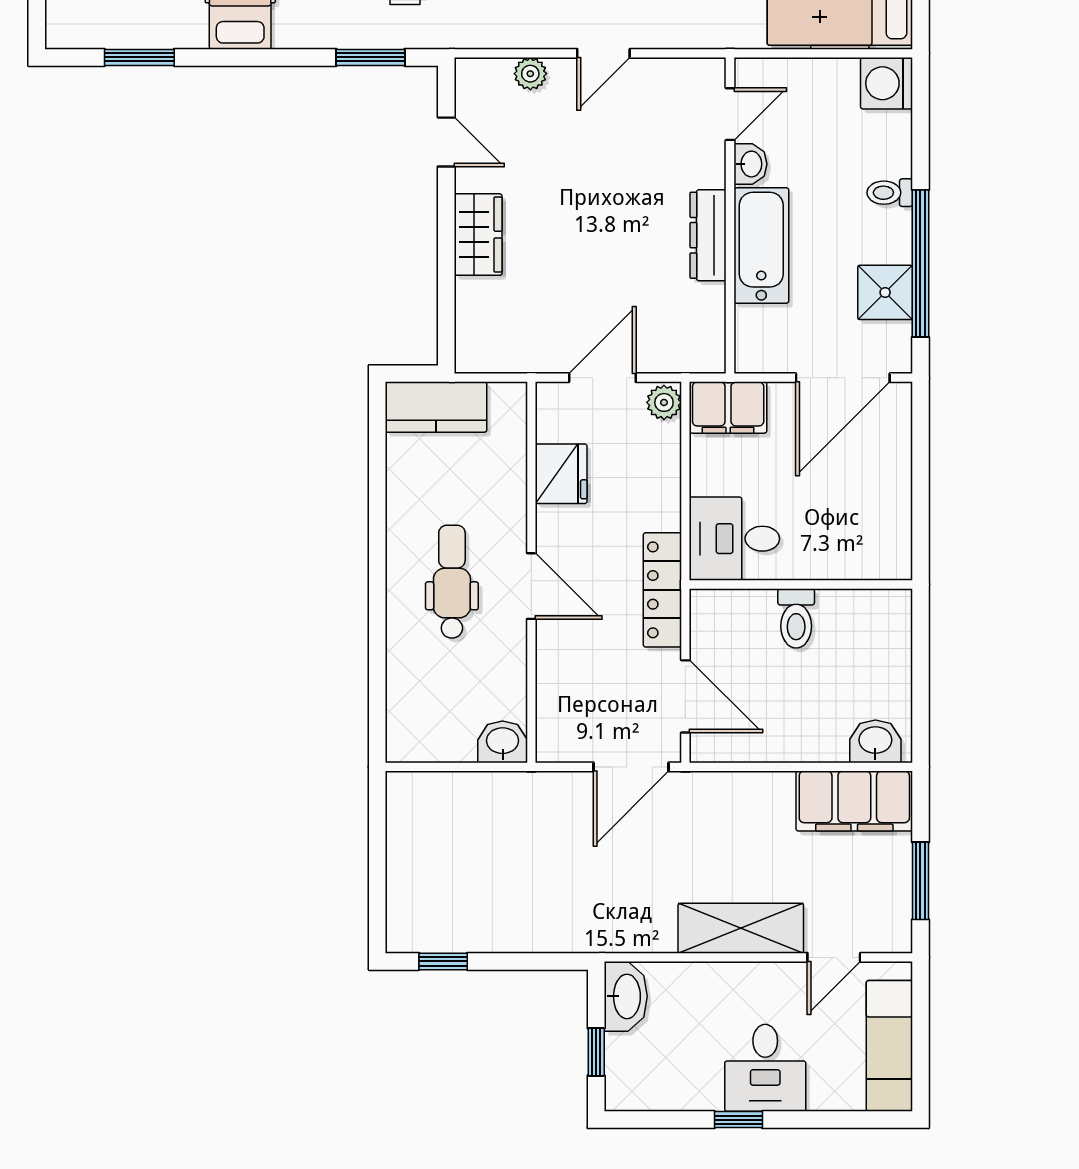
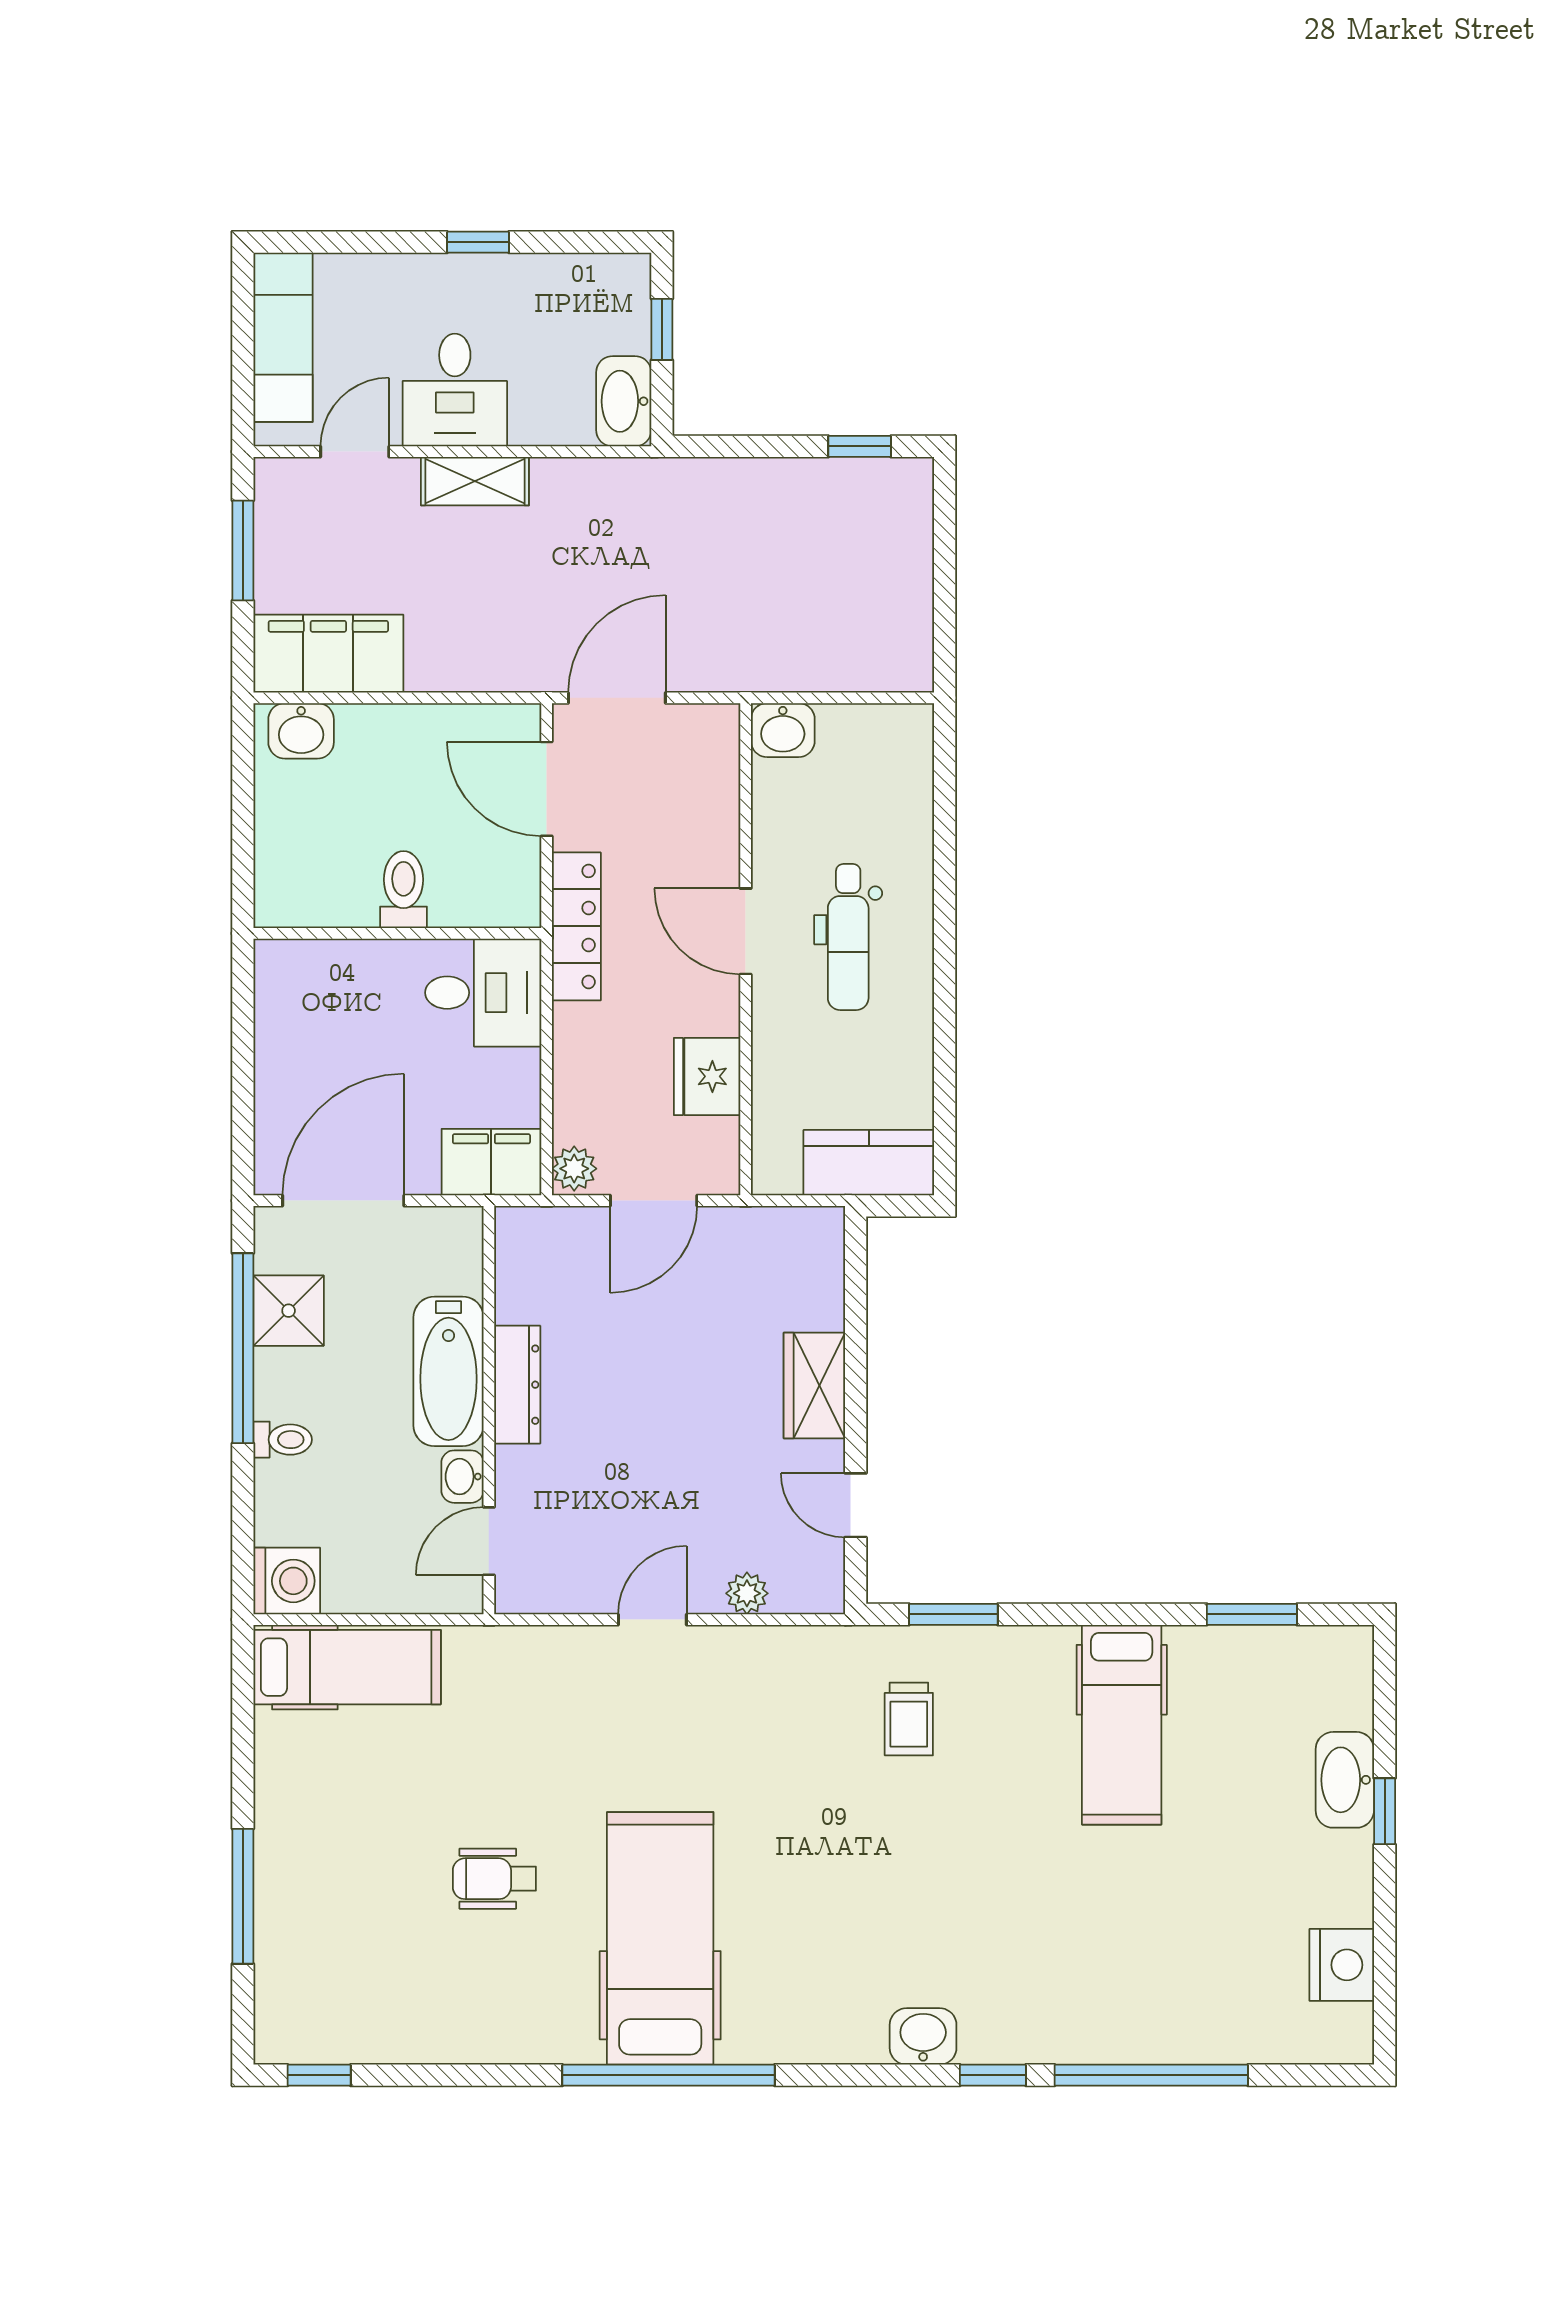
shelving: (741, 928) -> (475, 481), width x0.67, depth x0.75
desk: (765, 1068) -> (455, 390), moved, turned 180

